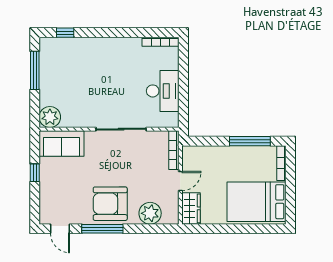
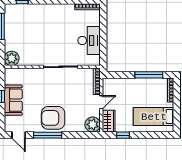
sofa: (62, 144) -> (13, 100), moved, turned -90
bed: (257, 202) -> (154, 117), width x0.67
plant: (150, 213) -> (93, 124), moved
window: (212, 229) -> (123, 135), added

